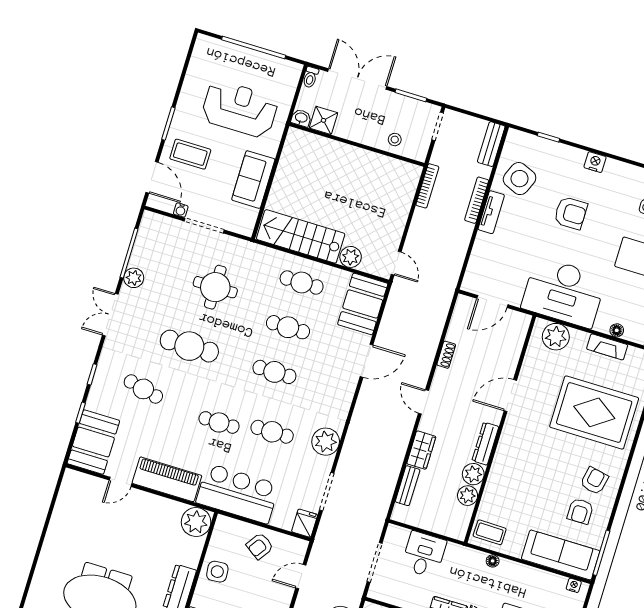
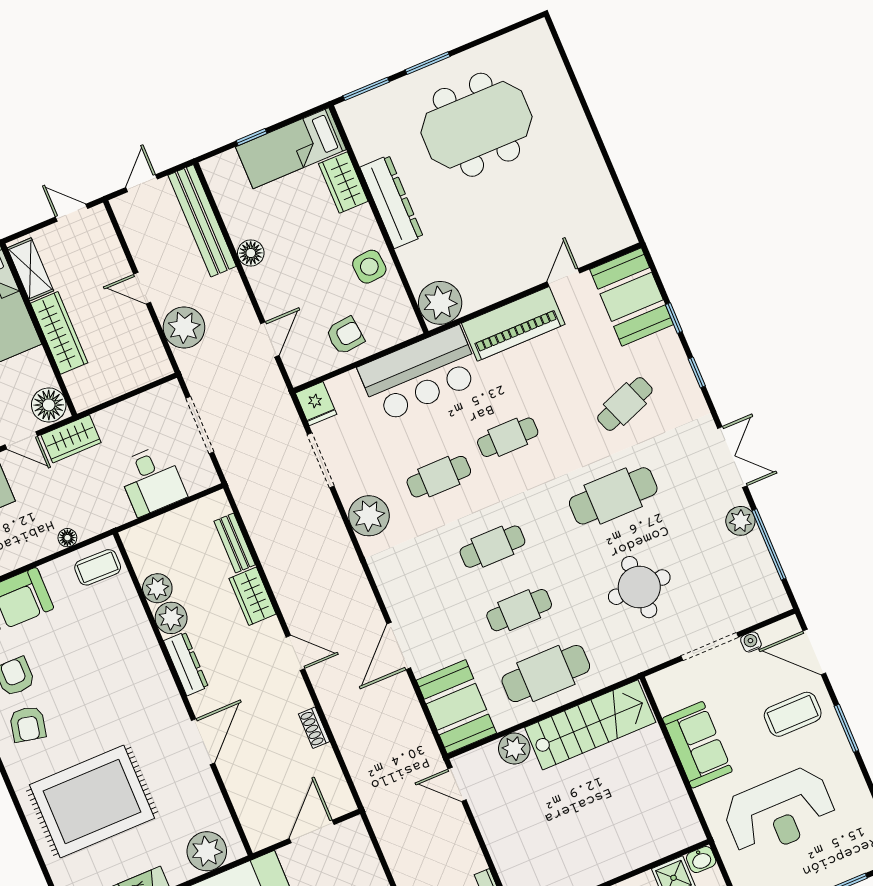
cafe table: (302, 282) -> (546, 674), width x1.37, depth x1.35
cafe table: (143, 389) -> (625, 404), turned -35
armchair: (260, 546) -> (345, 336), turned 49

